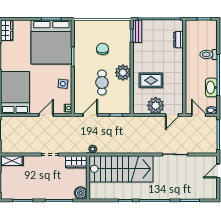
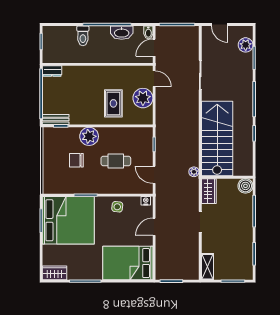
dresser: (179, 40) -> (52, 71), moved
plant: (123, 73) -> (89, 136), moved
door: (46, 115) -> (154, 227), hinge flipped
plant: (201, 193) -> (246, 45), added

